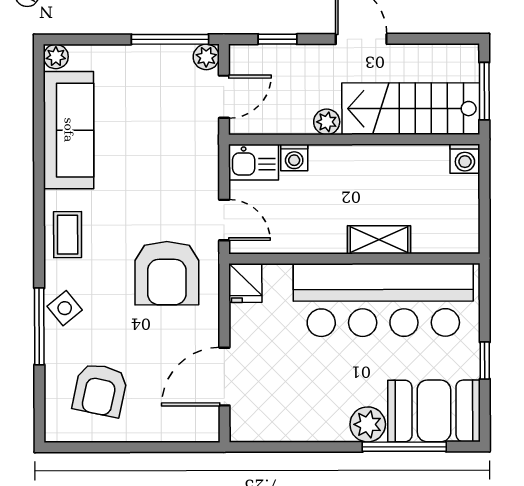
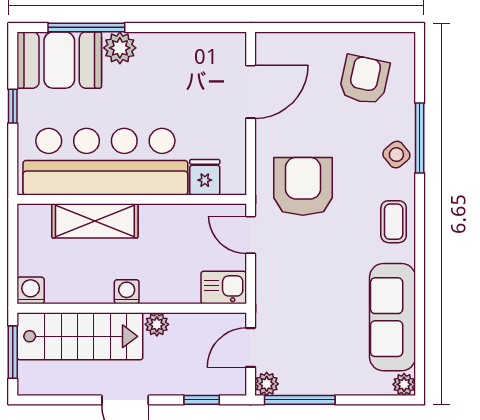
washing machine: (294, 158) -> (127, 292), moved
shelving: (379, 240) -> (95, 221), width x1.50, depth x1.33
fridge: (245, 283) -> (205, 177), moved

